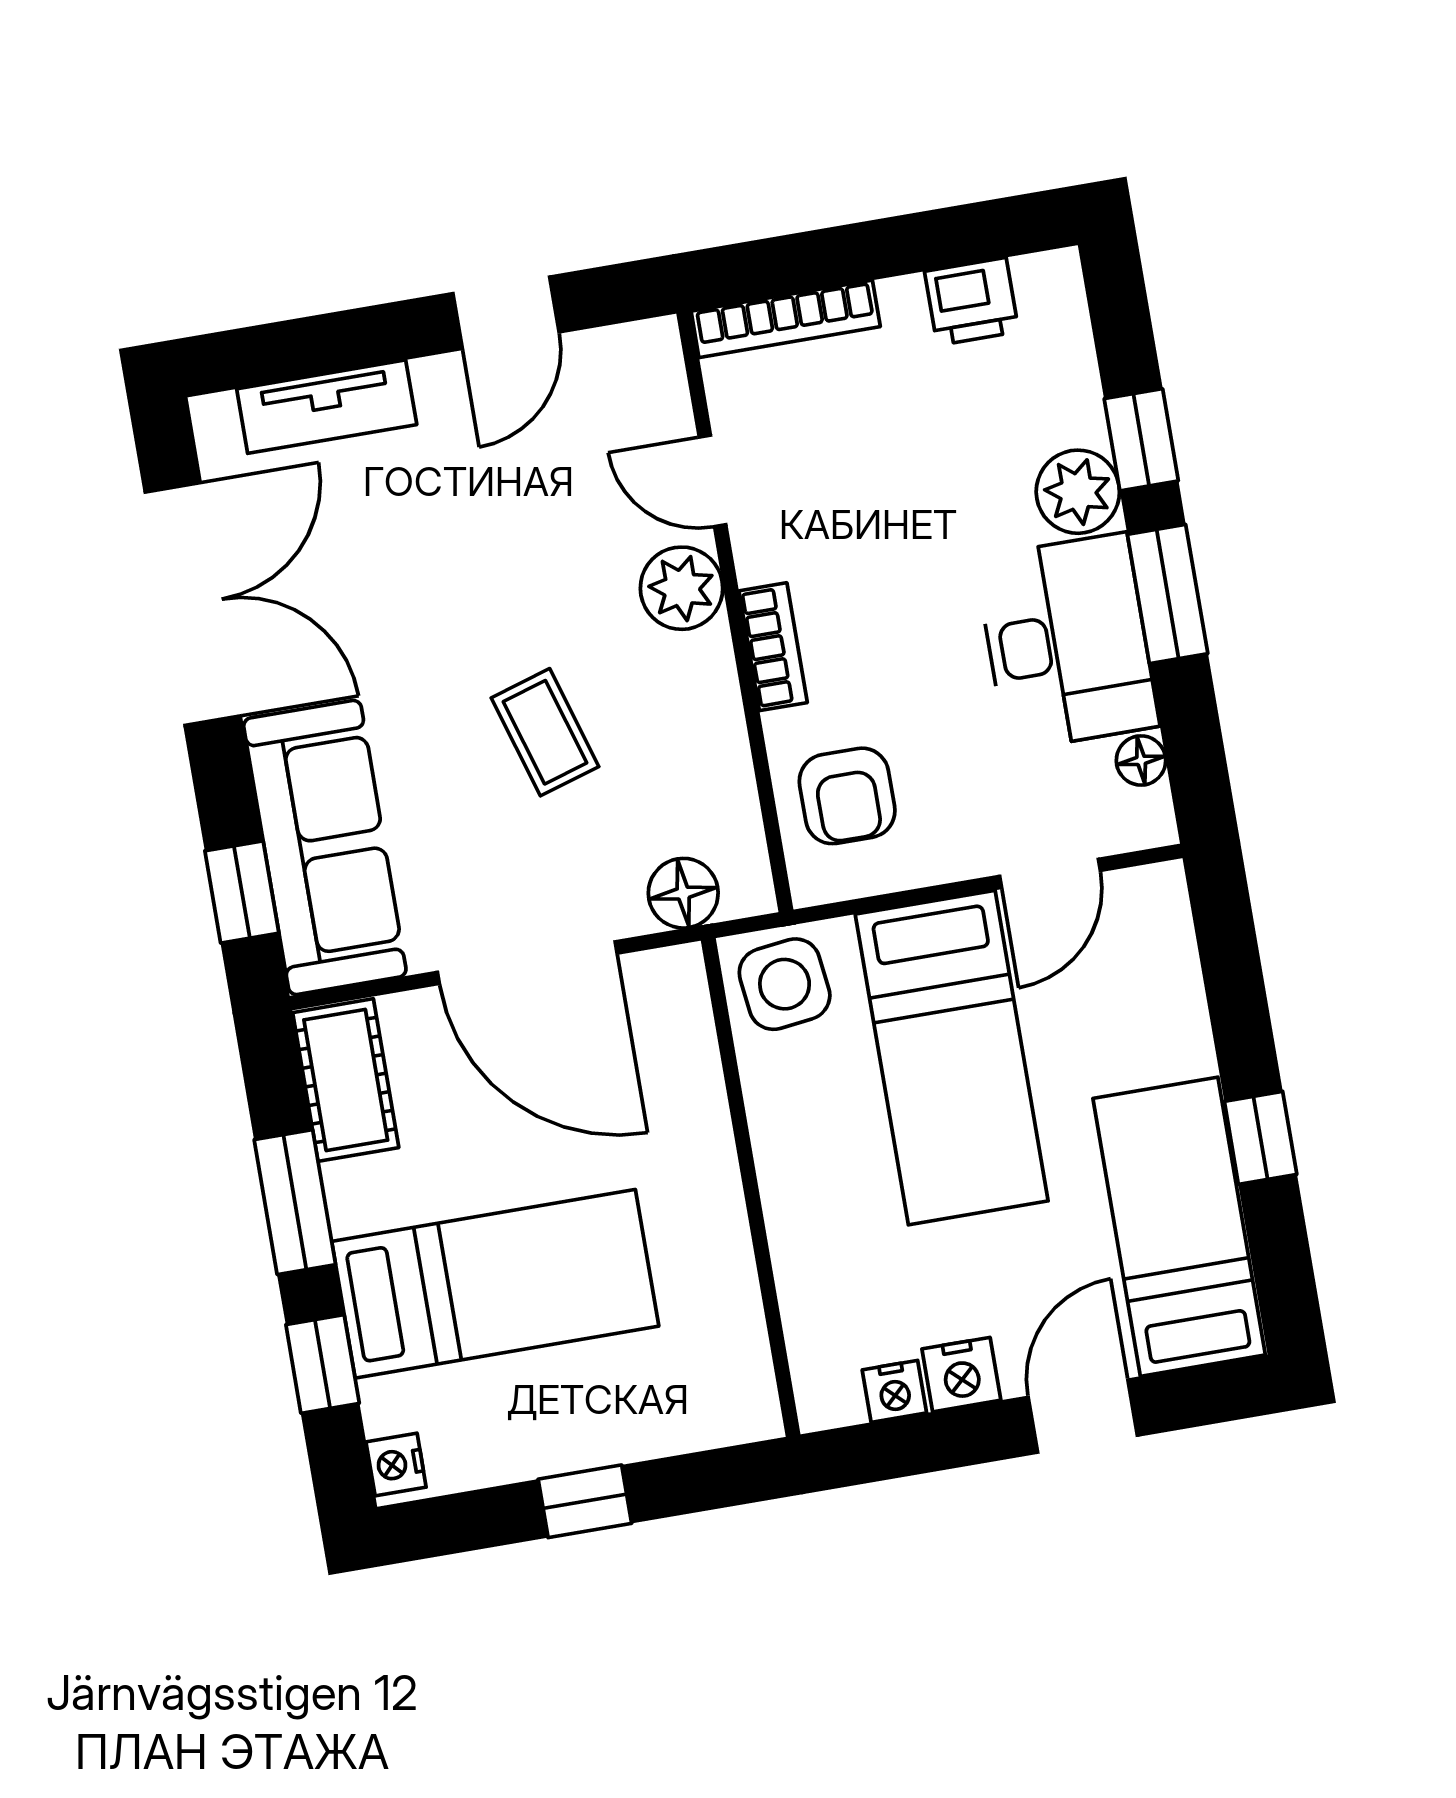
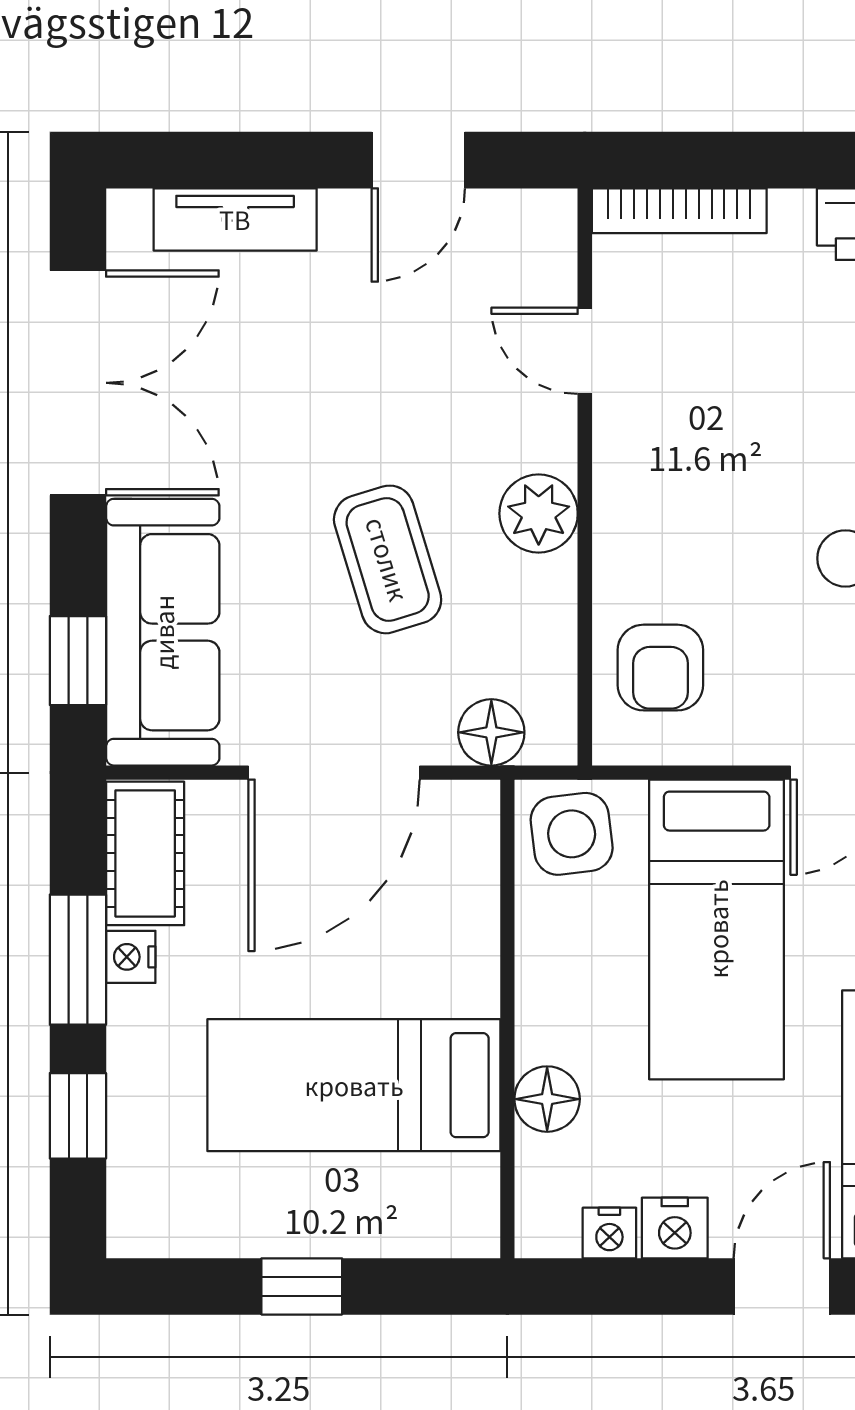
plant: (682, 588) -> (539, 514), moved
bookcase: (773, 647) -> (615, 516), removed
coffee table: (545, 732) -> (388, 559), width x1.36, depth x1.30
door: (527, 963) -> (334, 773), hinge flipped
floor lamp: (806, 1263) -> (547, 1099), added
bed: (495, 1284) -> (354, 1085), moved, turned 180
nightstand: (396, 1464) -> (131, 957), moved

